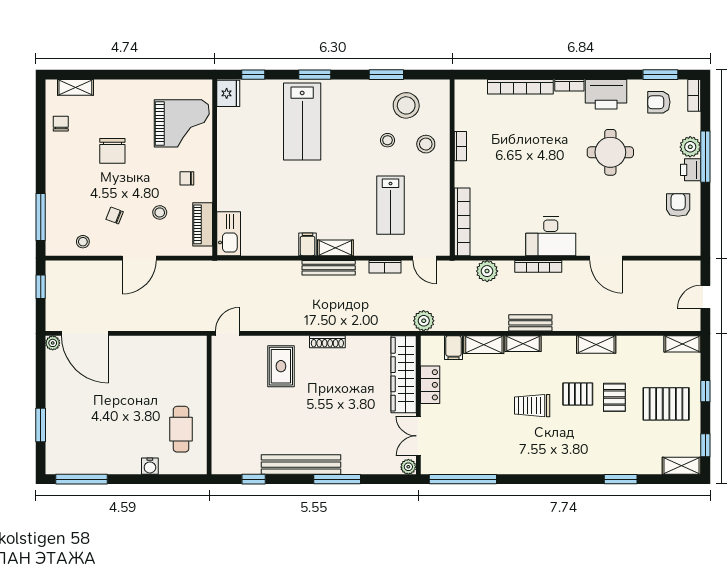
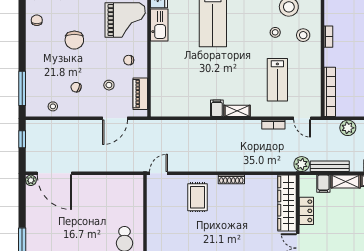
kitchen sink: (229, 234) -> (159, 25), moved
door: (139, 258) -> (115, 118), moved
bench: (329, 268) -> (330, 166), moved

